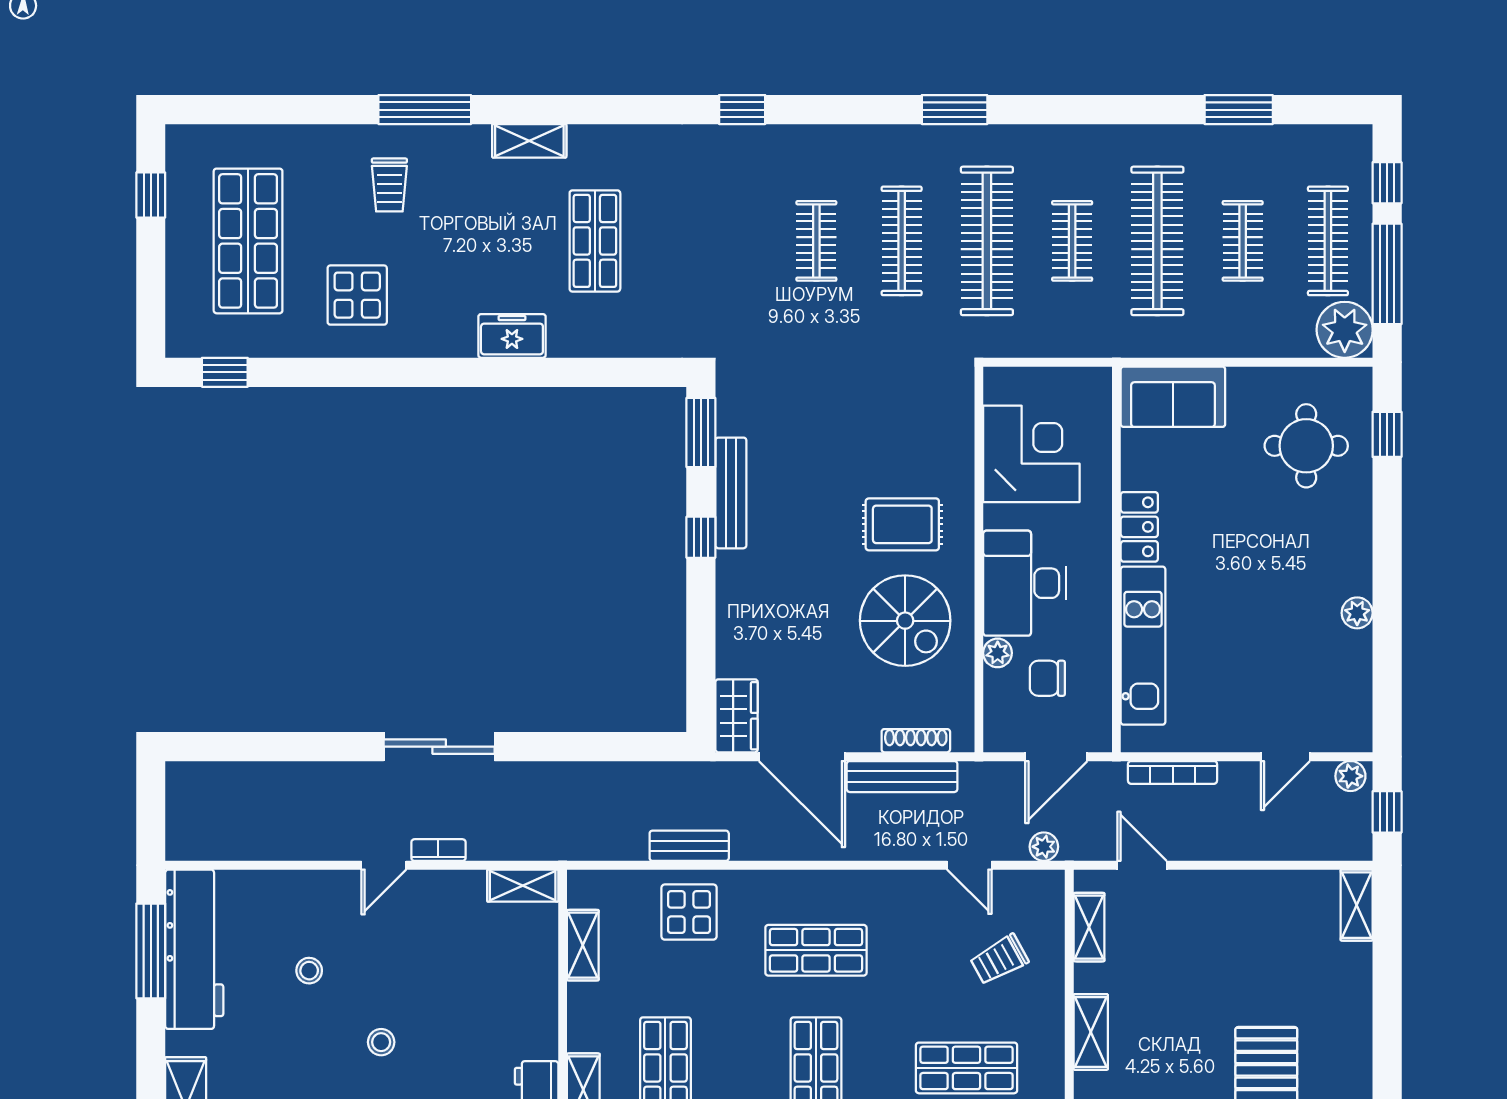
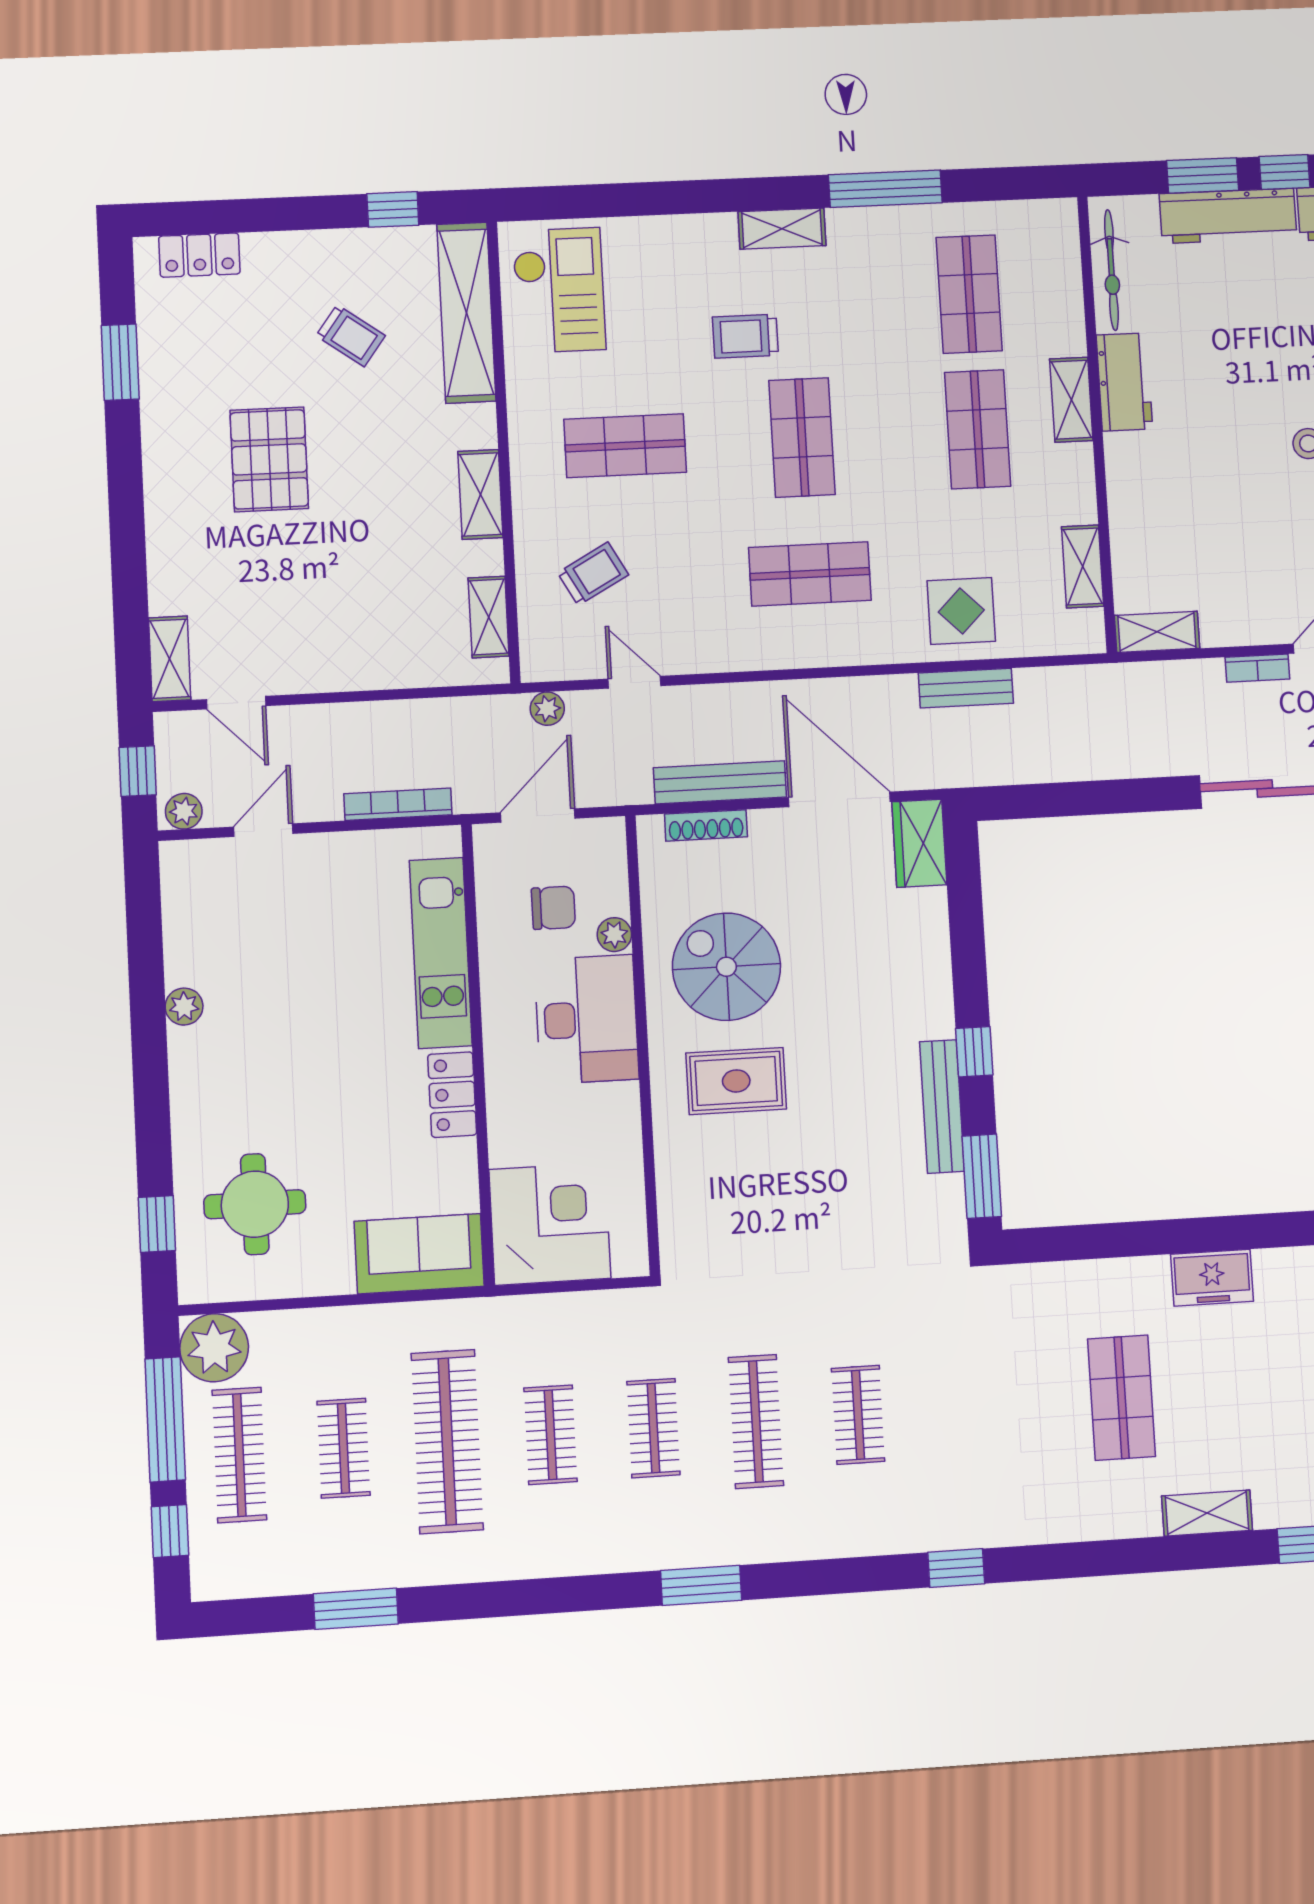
clothes rail: (987, 241) -> (653, 1428), width x0.54, depth x0.76
corner desk: (1031, 454) -> (550, 1224), moved, turned 180
door: (1142, 865) -> (236, 703), moved

